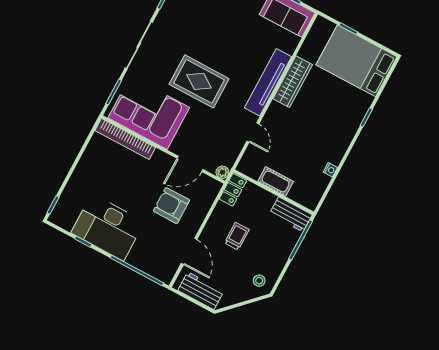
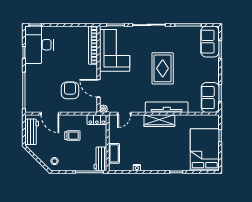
rug: (199, 81) -> (163, 68), moved
wardrobe: (293, 82) -> (159, 121), moved
door: (253, 132) -> (124, 114), moved
cot: (276, 181) -> (114, 153), moved
desk: (108, 227) -> (39, 45), moved
door: (189, 251) -> (50, 114), hinge flipped

